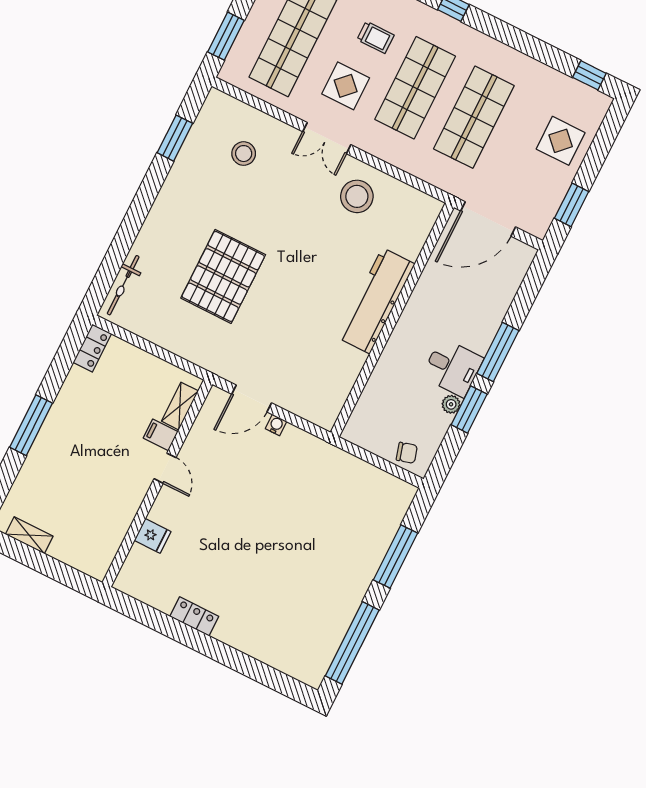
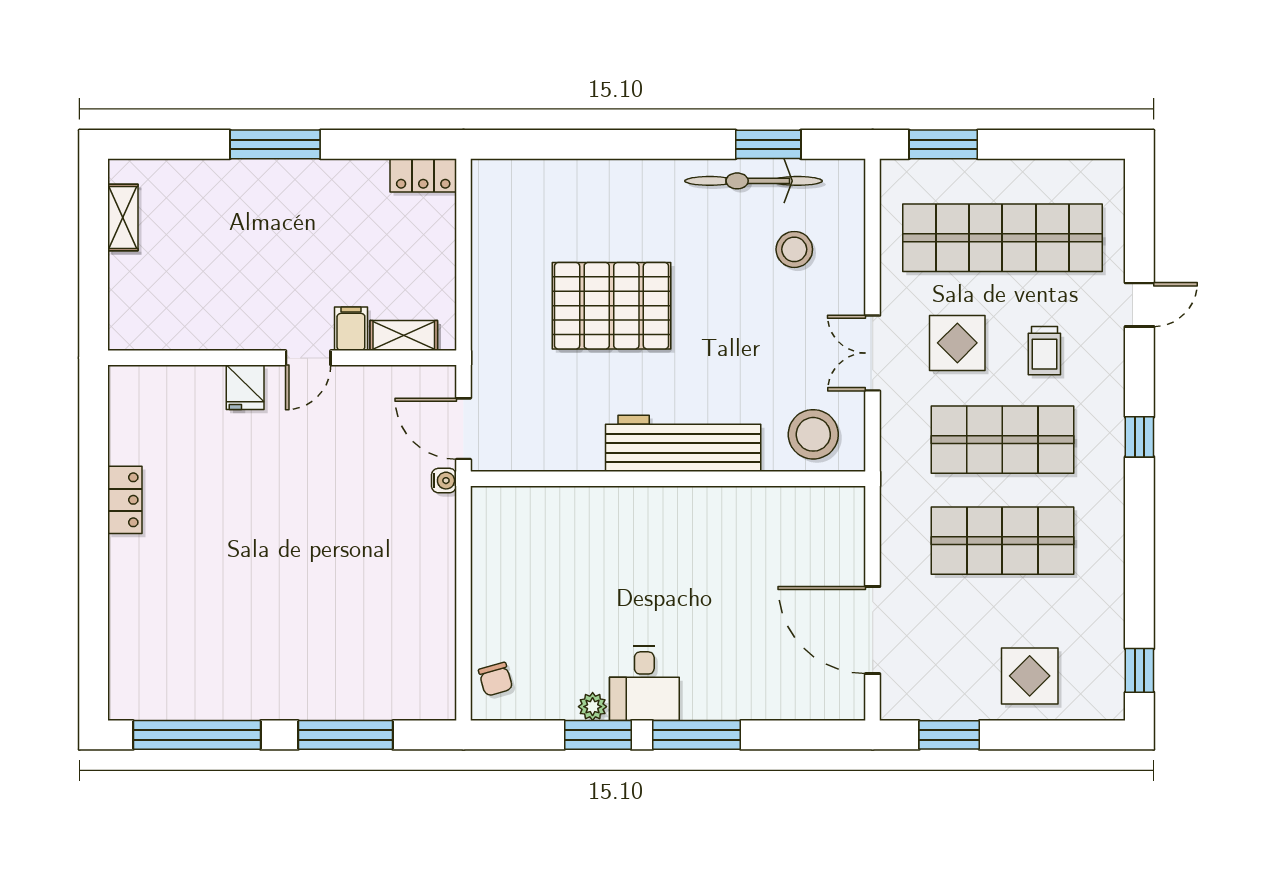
bicycle: (123, 285) -> (754, 181), moved, width x1.37, depth x1.40
workbench: (376, 301) -> (683, 443), moved
wall: (392, 320) -> (668, 479), moved
fridge: (153, 536) -> (245, 387), moved

